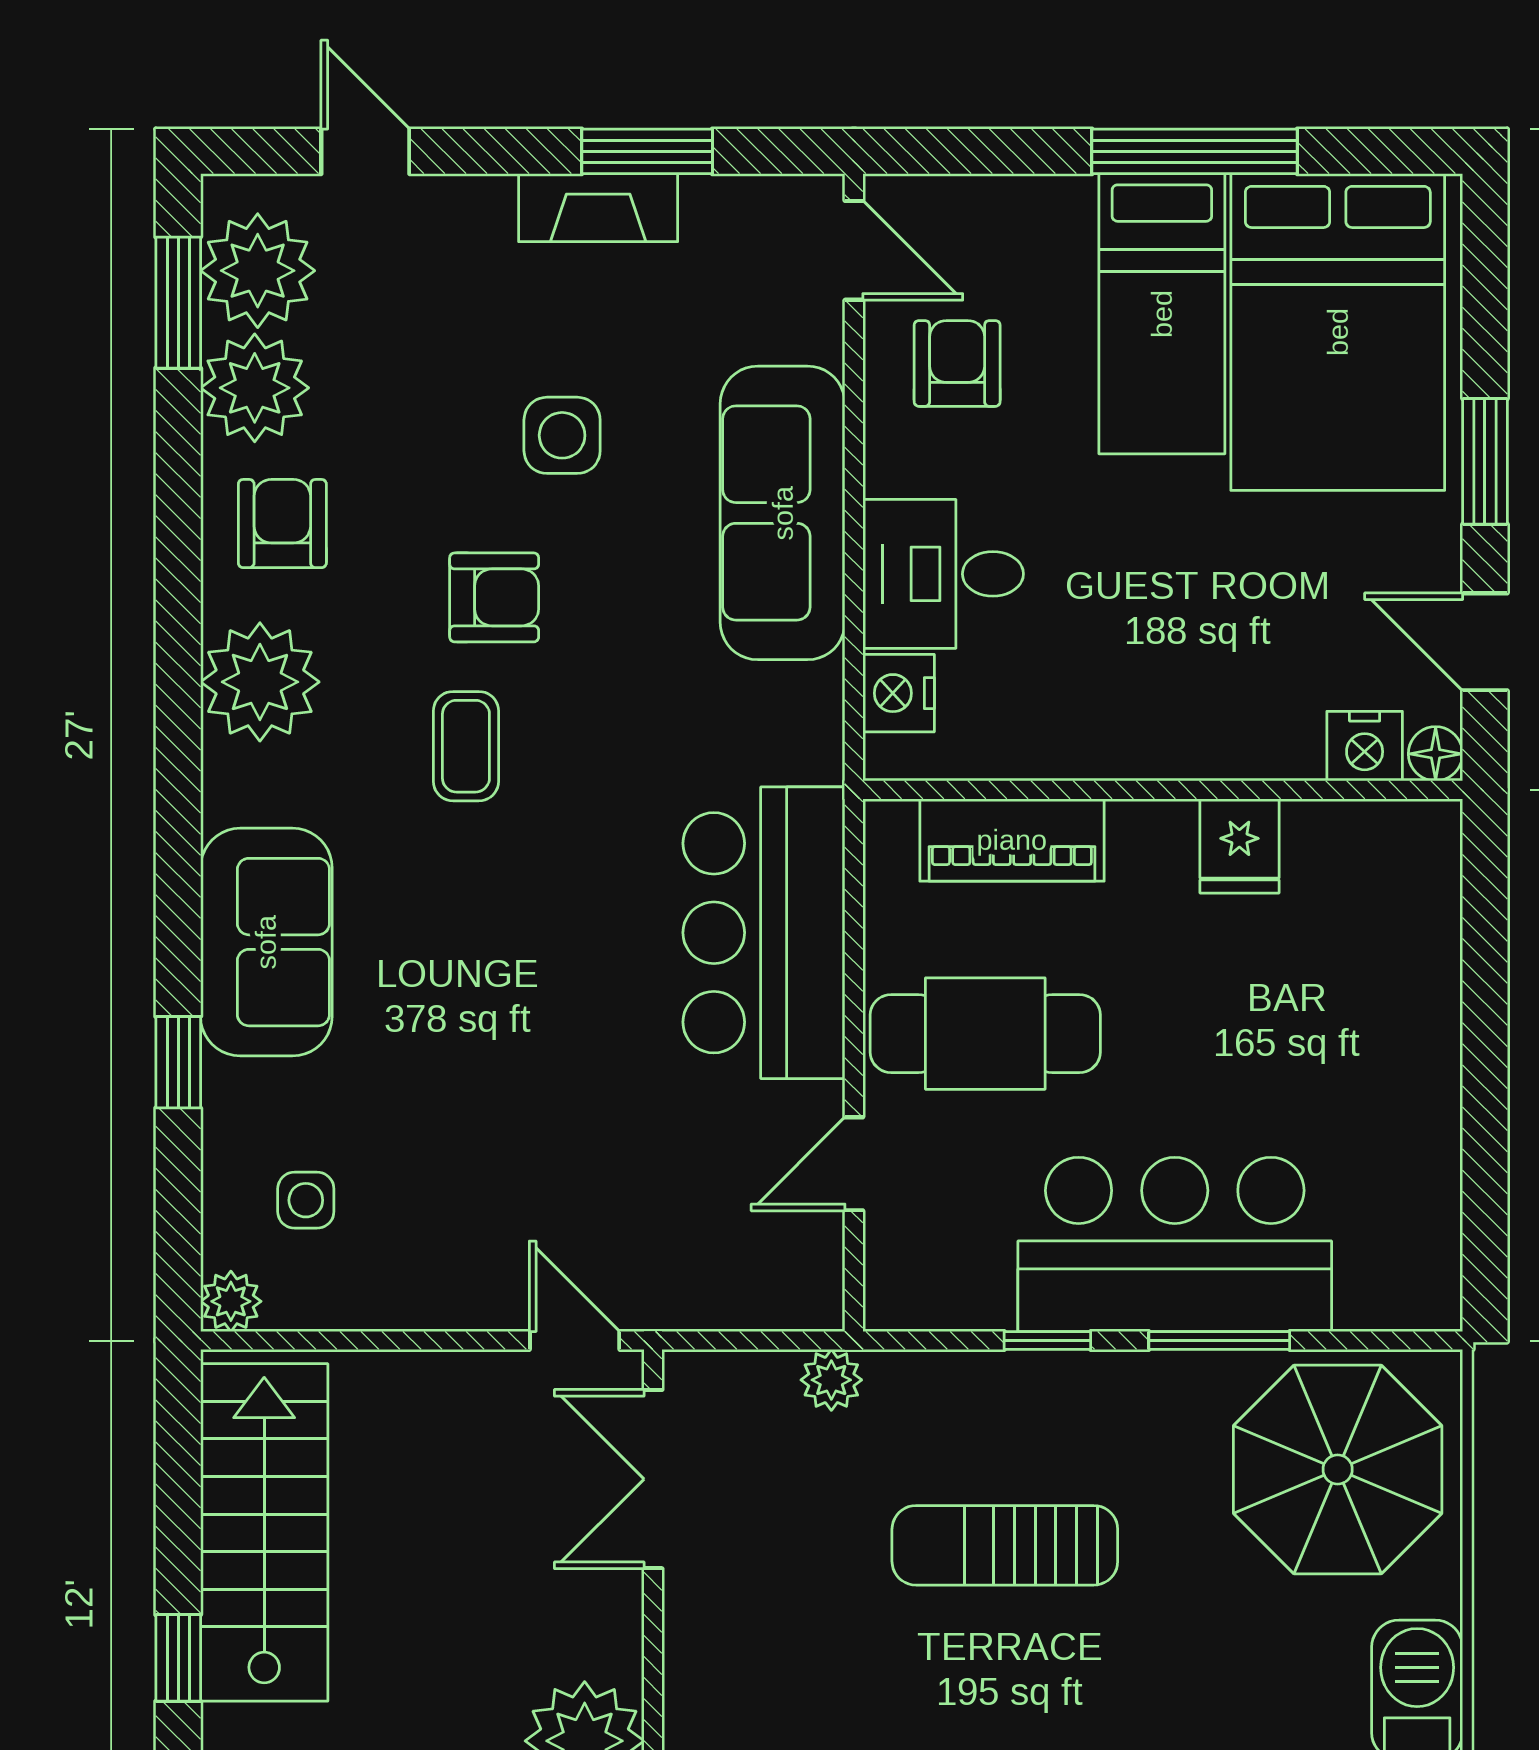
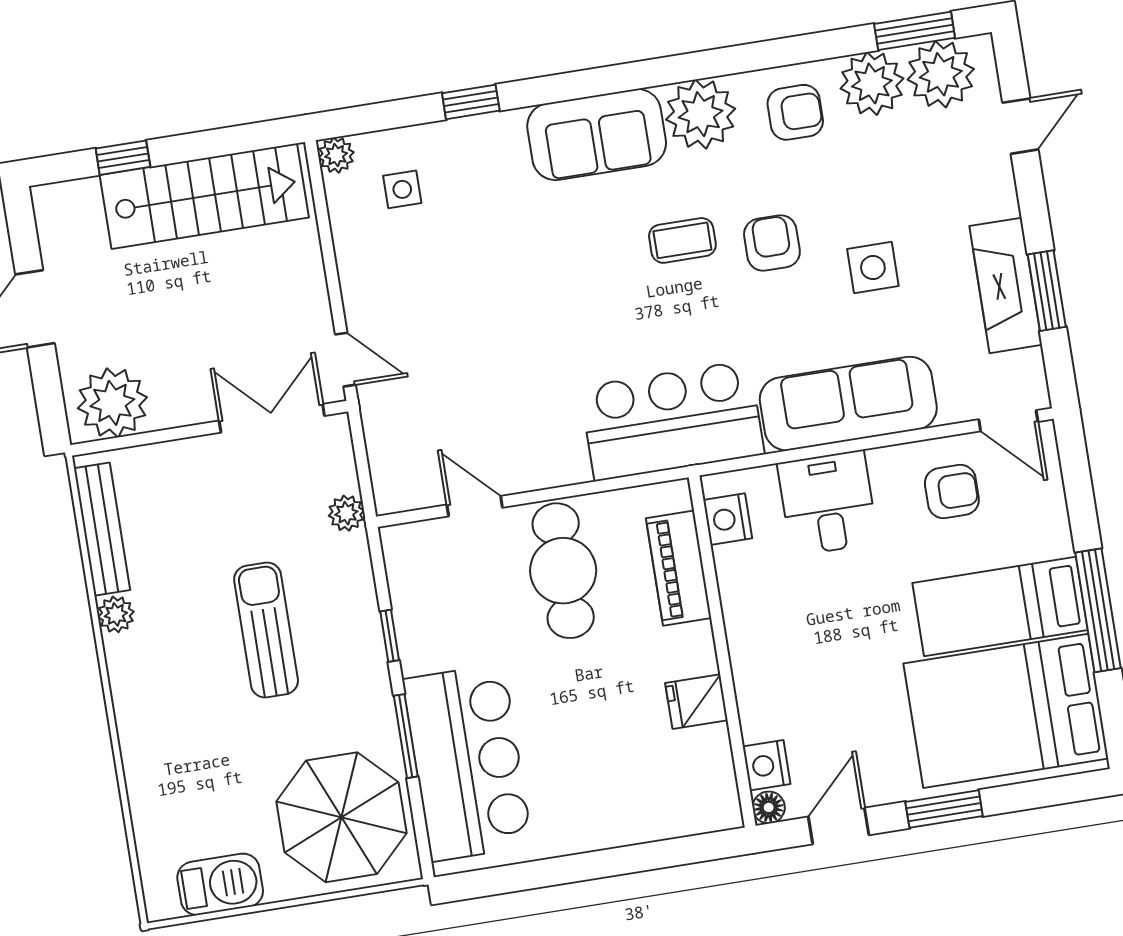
fireplace: (598, 208) -> (1006, 285), width x1.37, depth x1.32
door: (854, 250) -> (1008, 421), hinge flipped
armchair: (494, 597) -> (772, 243), turned 180
nightstand: (899, 693) -> (728, 519), moved, turned -90
bar counter: (764, 933) -> (672, 421), moved
sofa: (266, 942) -> (597, 135), moved
bar counter: (1175, 1244) -> (467, 763), moved
door: (575, 1341) -> (345, 360), hinge flipped

